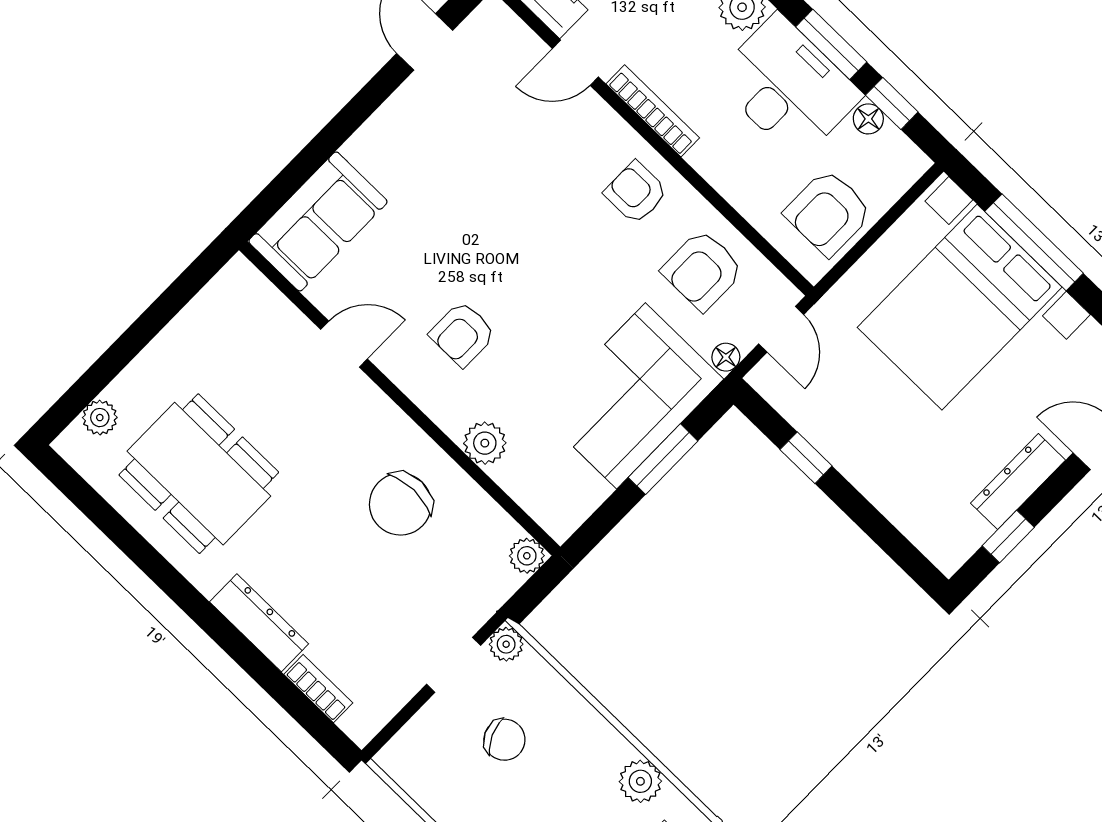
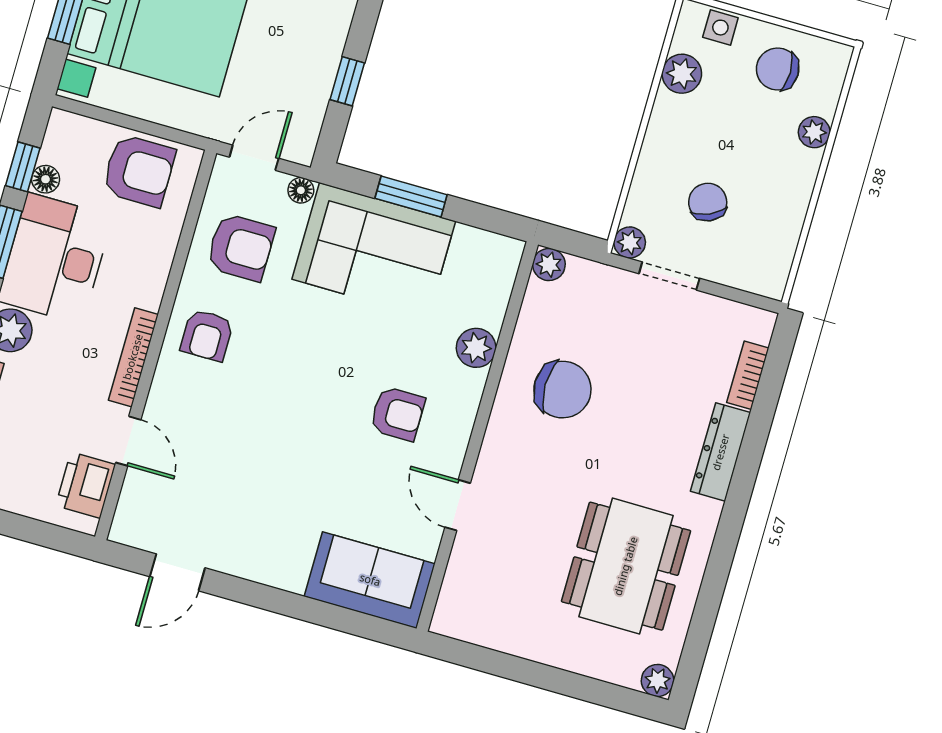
plant: (100, 418) -> (657, 680), moved

